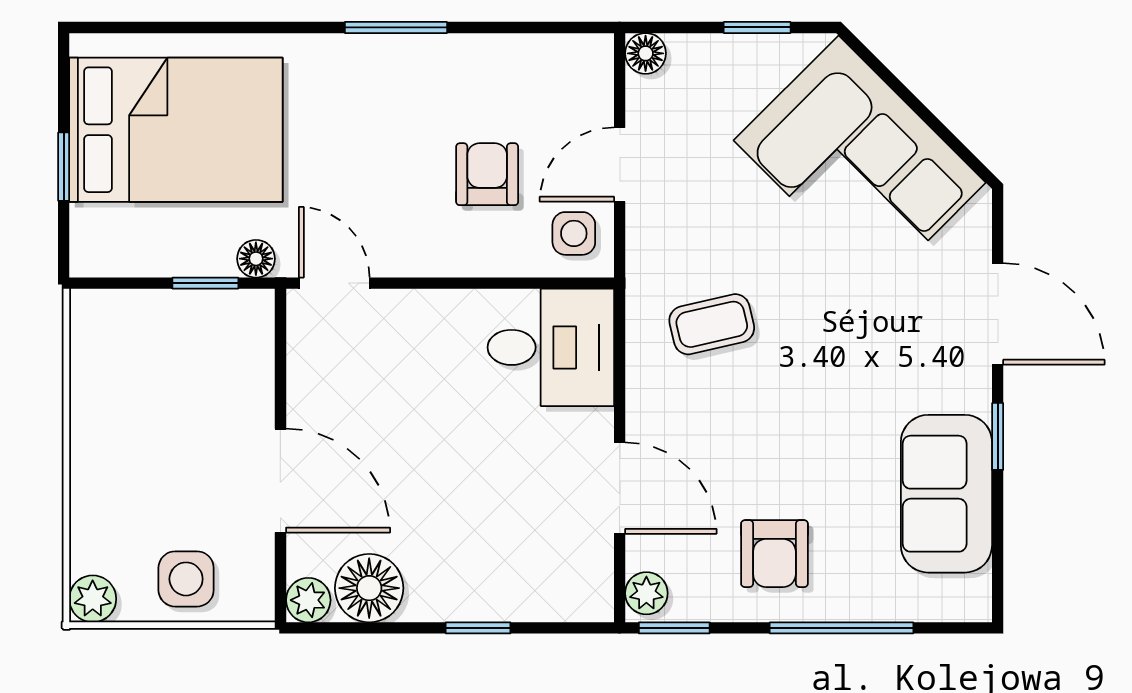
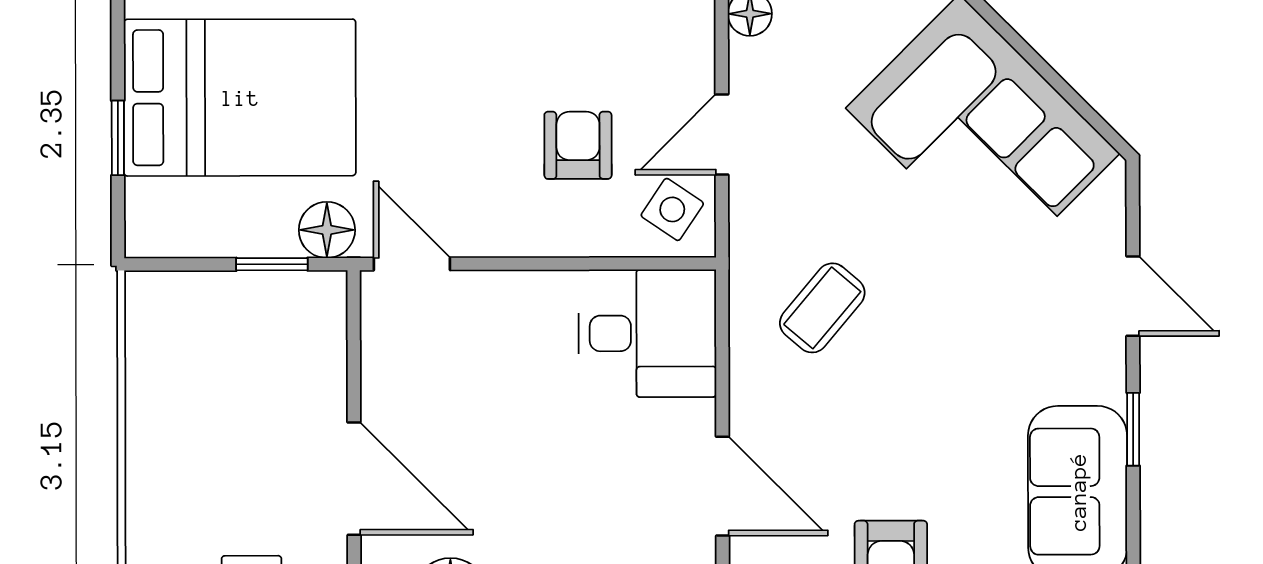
side table: (574, 233) -> (672, 209), turned 34
floor lamp: (256, 259) -> (327, 230), width x1.37, depth x1.37
door: (998, 314) -> (1133, 296), width x0.73
coffee table: (712, 324) -> (822, 308), turned -37

